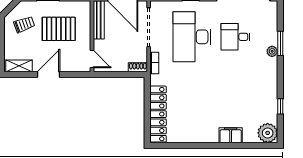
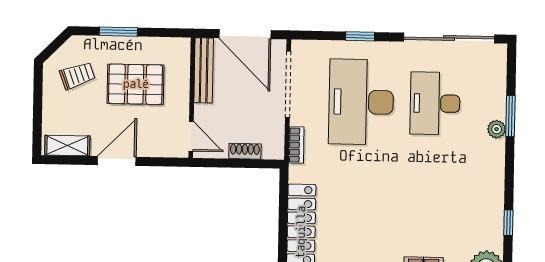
desk: (236, 37) -> (435, 103), width x1.37
shoe rack: (138, 67) -> (245, 151), moved

